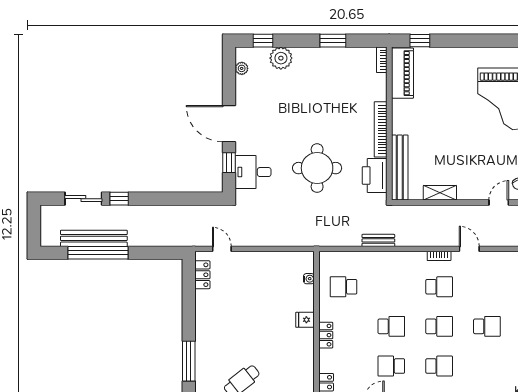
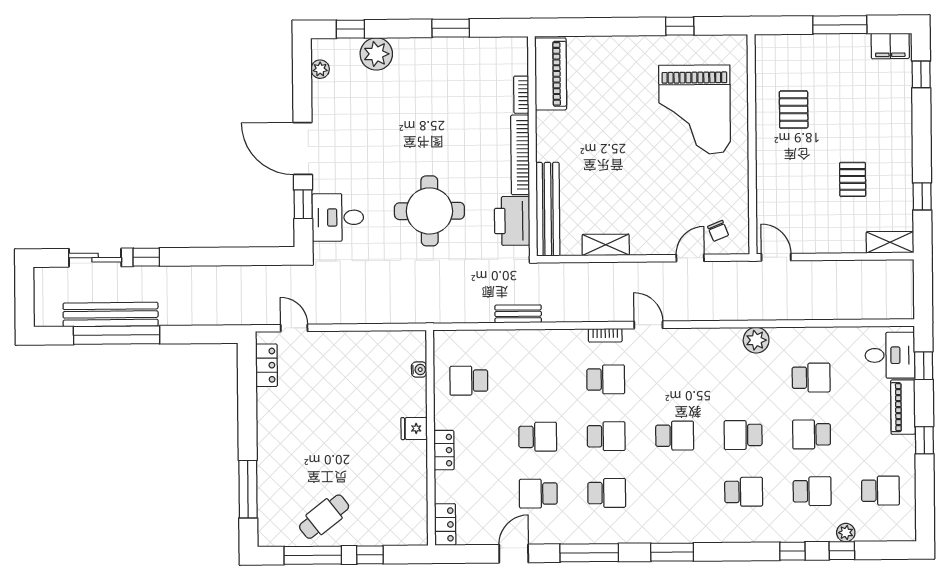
window: (420, 41) -> (680, 26), moved
bookcase: (382, 60) -> (521, 95), moved

